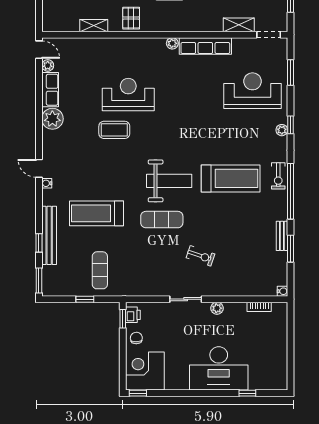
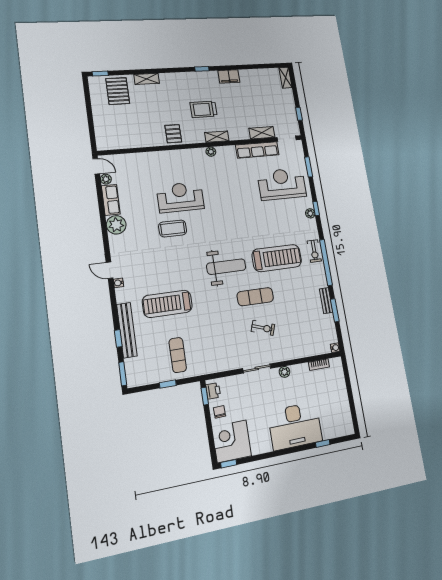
shelving: (94, 26) -> (217, 137), moved
row of seats: (205, 46) -> (257, 150), moved
exercise mat: (162, 220) -> (255, 297), moved

